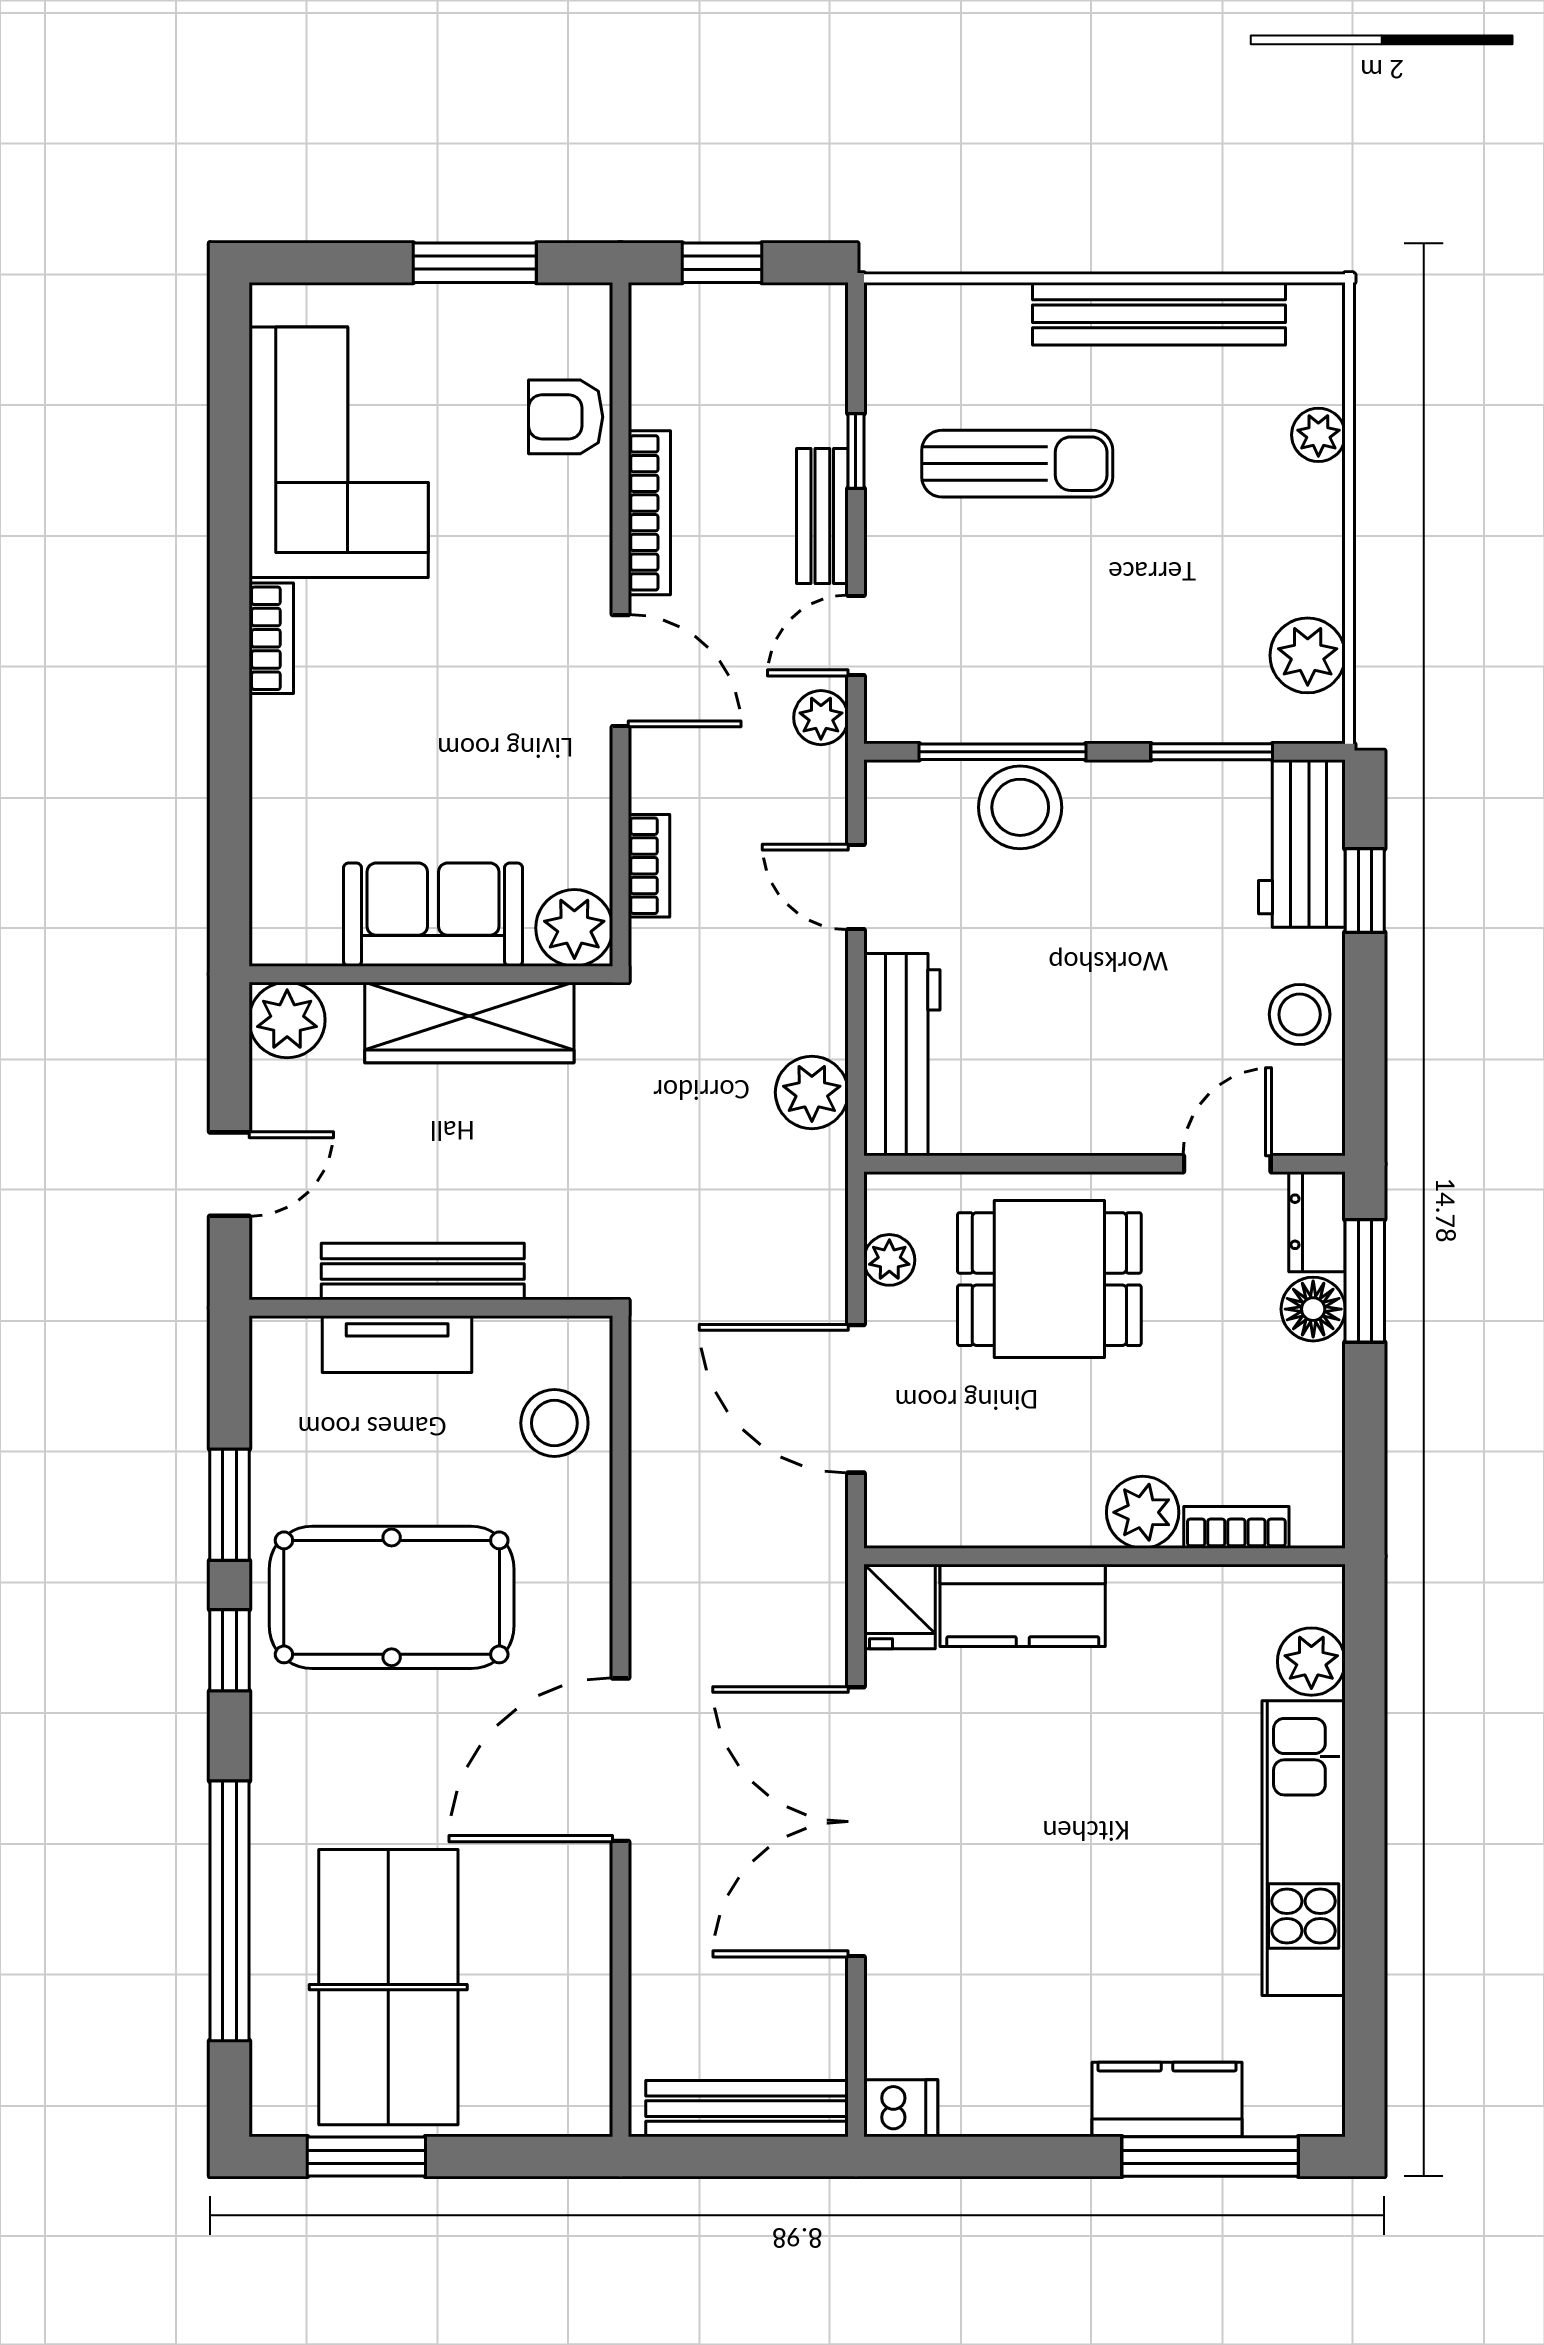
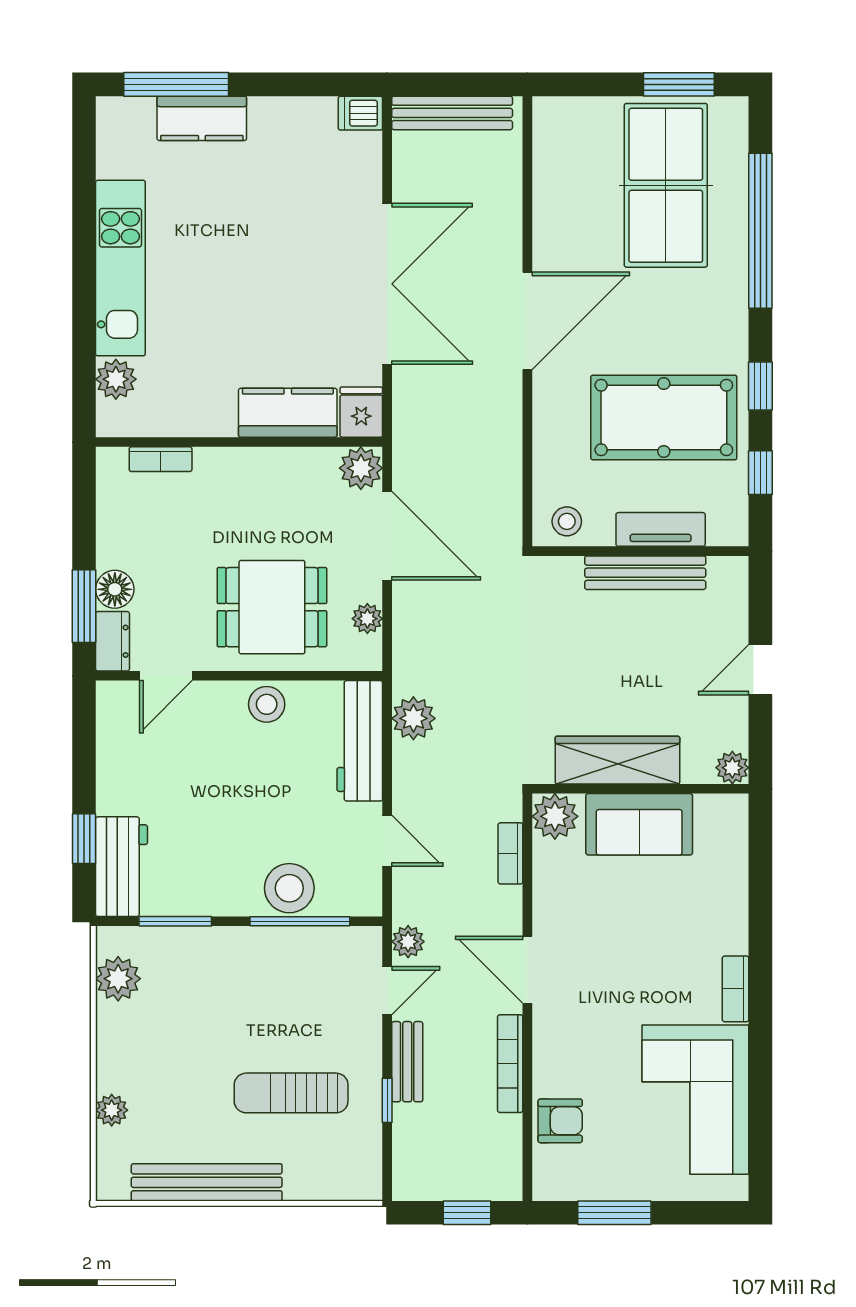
stool: (1300, 1014) -> (267, 704), moved
plant: (287, 1020) -> (732, 768), width x0.73, depth x0.73
bench: (423, 1271) -> (645, 573), moved
wall: (431, 1308) -> (640, 551), moved
tv unit: (397, 1344) -> (661, 529), moved
stool: (554, 1423) -> (567, 521), width x0.73, depth x0.73
window: (229, 1505) -> (760, 473), width x0.67
plant: (1143, 1512) -> (361, 468), moved

